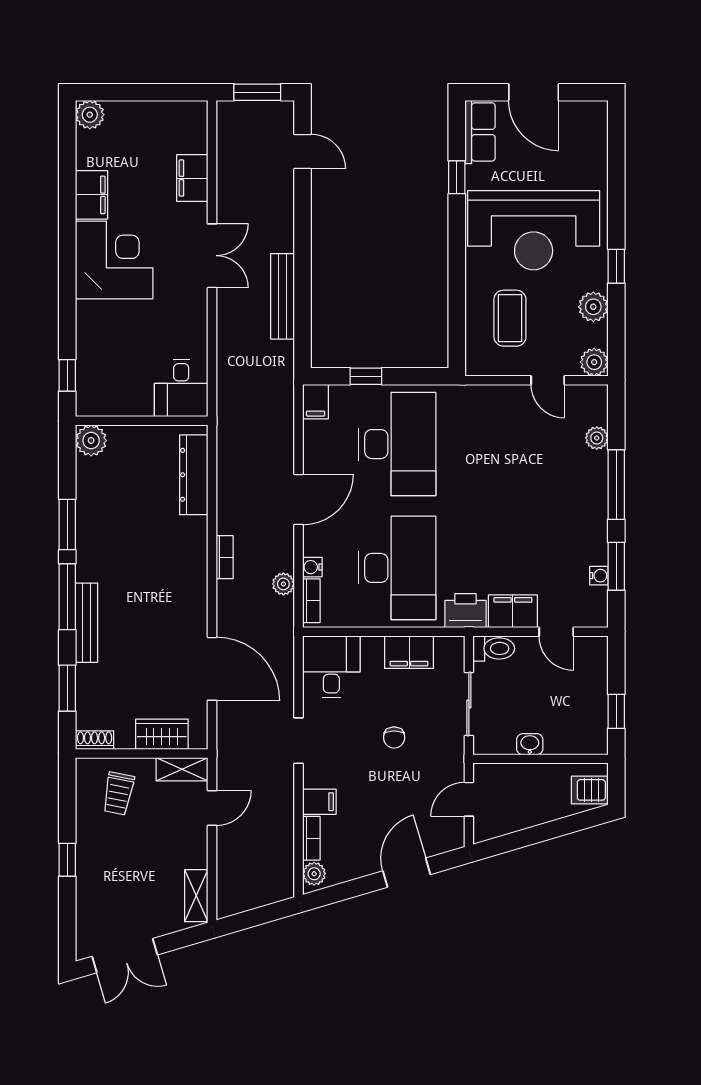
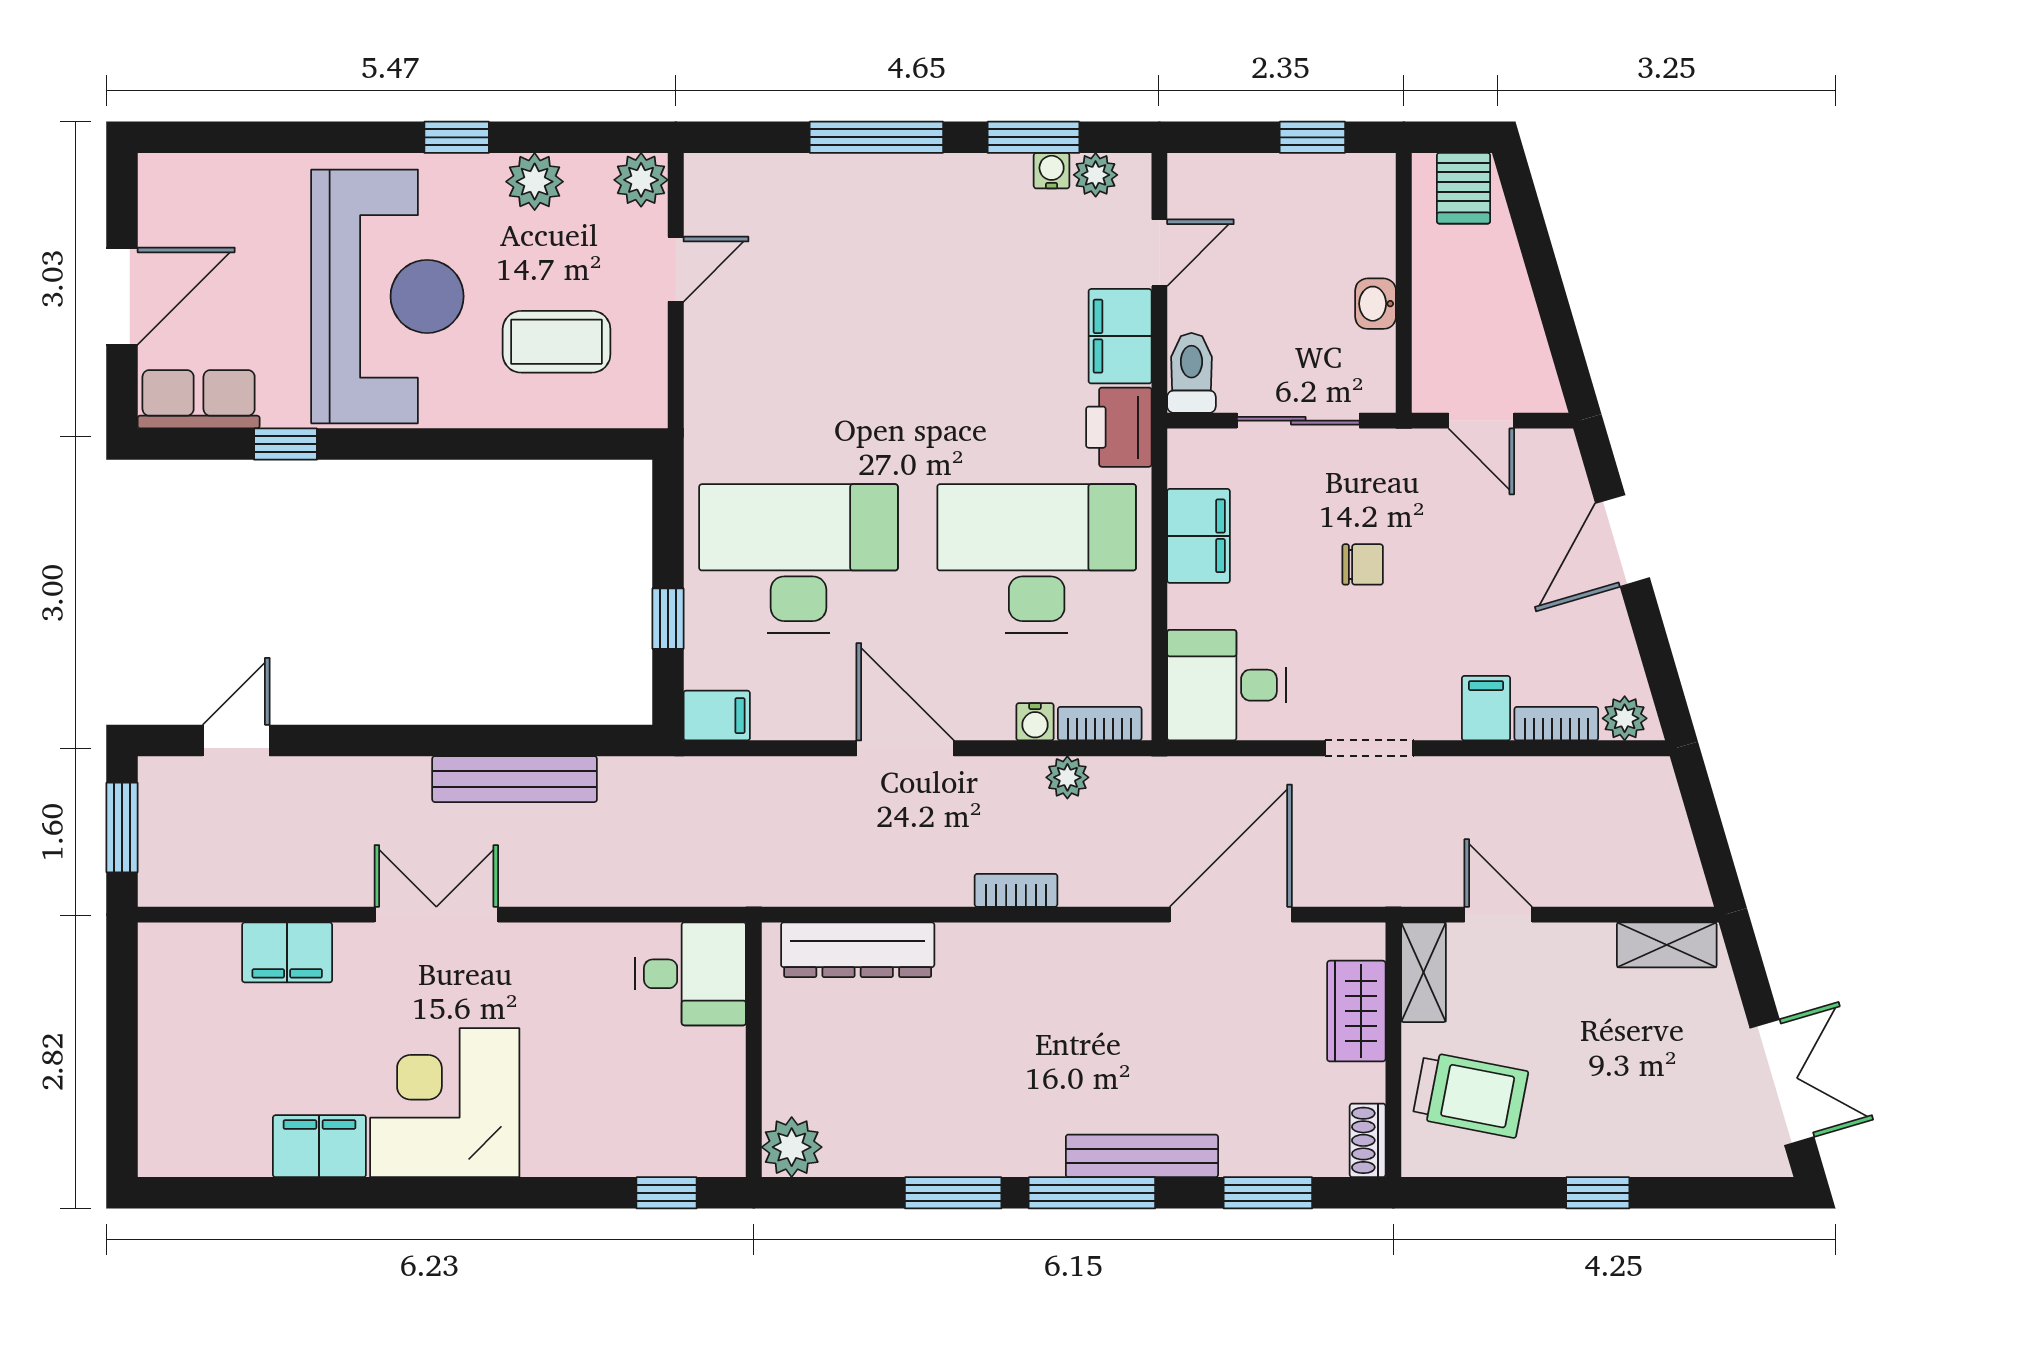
plant: (90, 115) -> (165, 1150), removed
plant: (597, 438) -> (1096, 175), moved
trolley: (118, 794) -> (1470, 1095), width x1.36, depth x1.39
door: (407, 873) -> (1622, 541), hinge flipped

